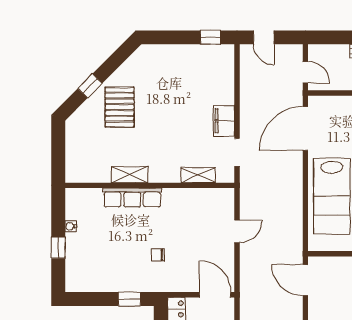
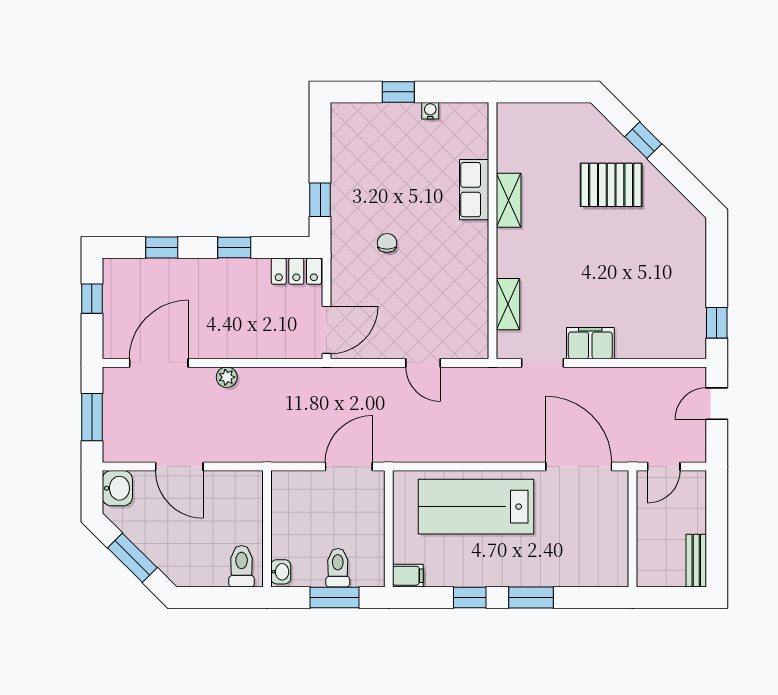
row of seats: (132, 197) -> (474, 190), width x0.68

